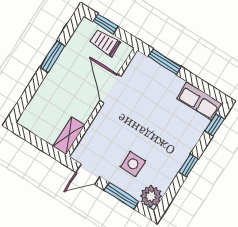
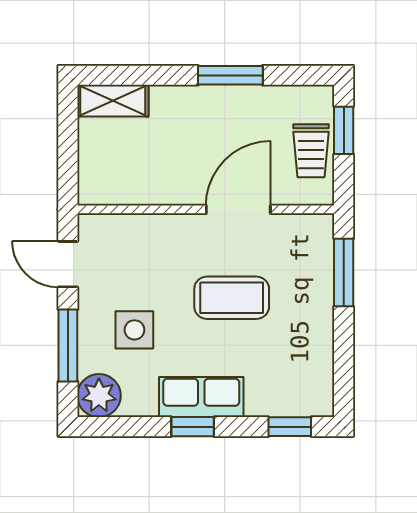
trolley: (105, 43) -> (311, 151), turned 180
row of seats: (199, 101) -> (201, 397), moved, turned 90
coffee table: (145, 115) -> (232, 298), added
shelving: (69, 136) -> (113, 101), moved

